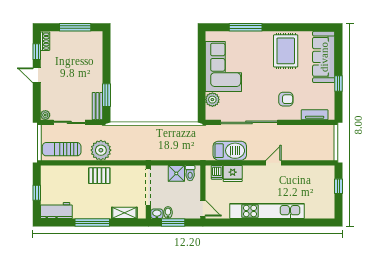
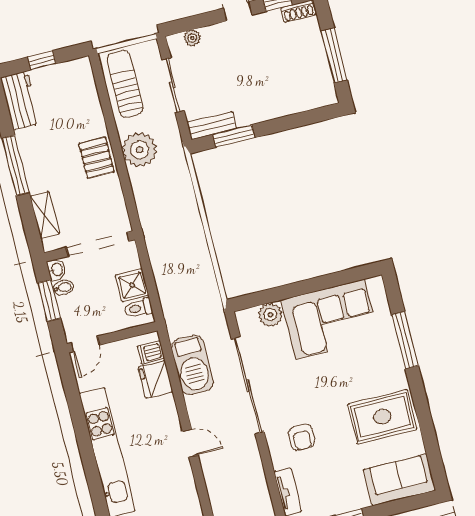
sofa: (324, 57) -> (399, 480), width x0.73
plant: (45, 115) -> (192, 38), moved

